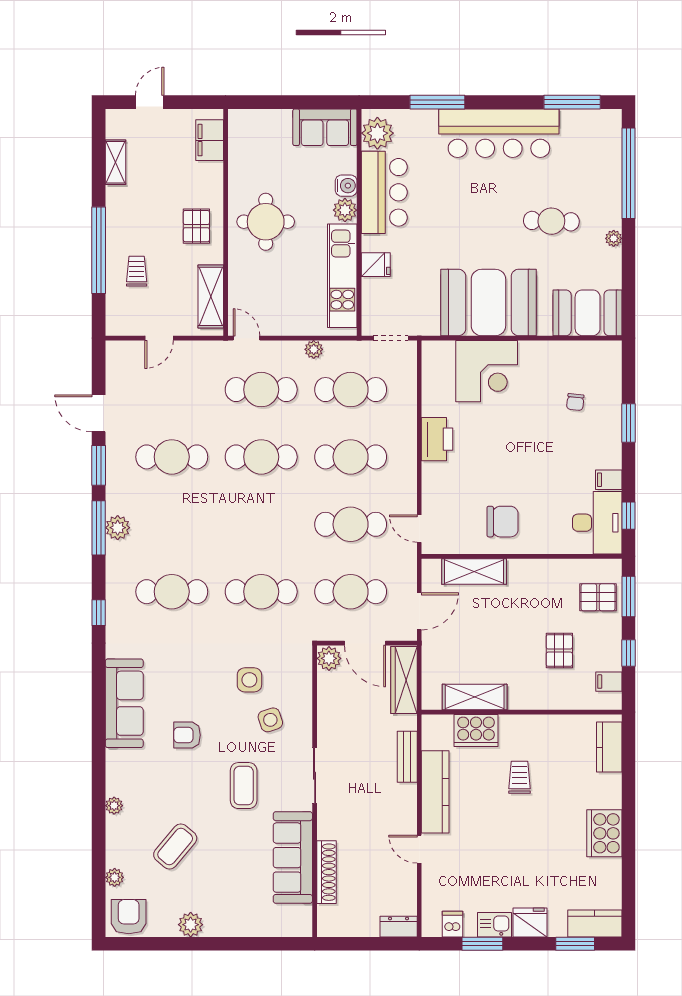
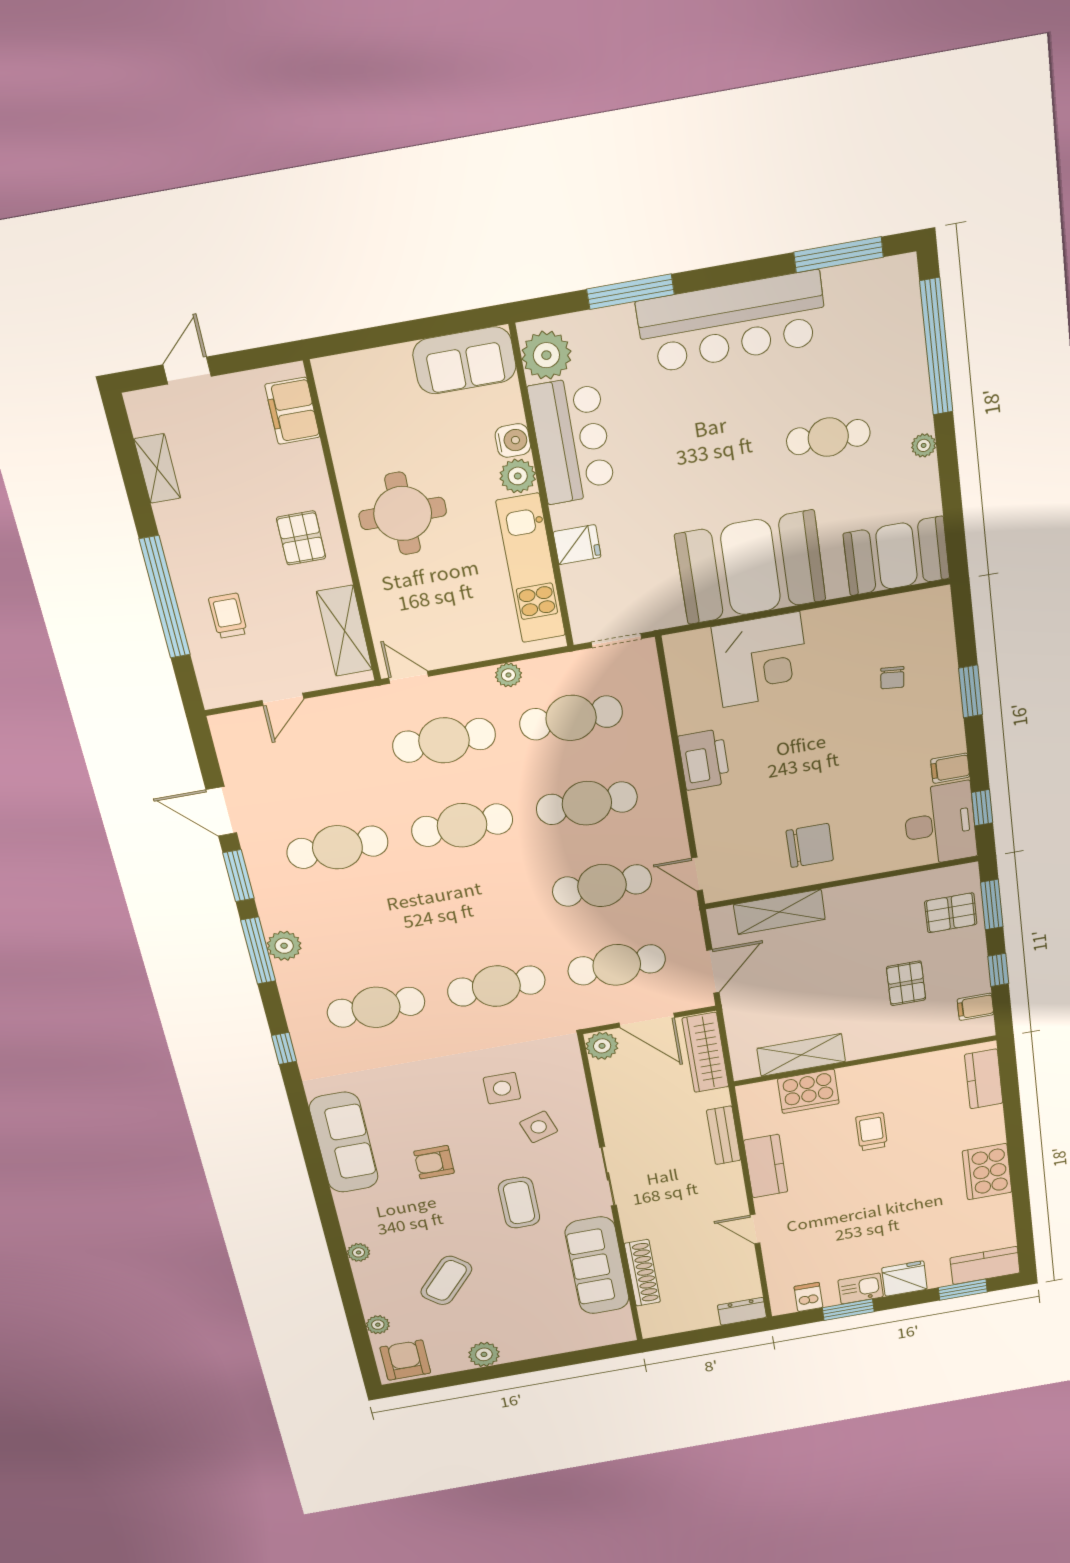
kitchen counter: (435, 792) -> (766, 1166), width x0.67

